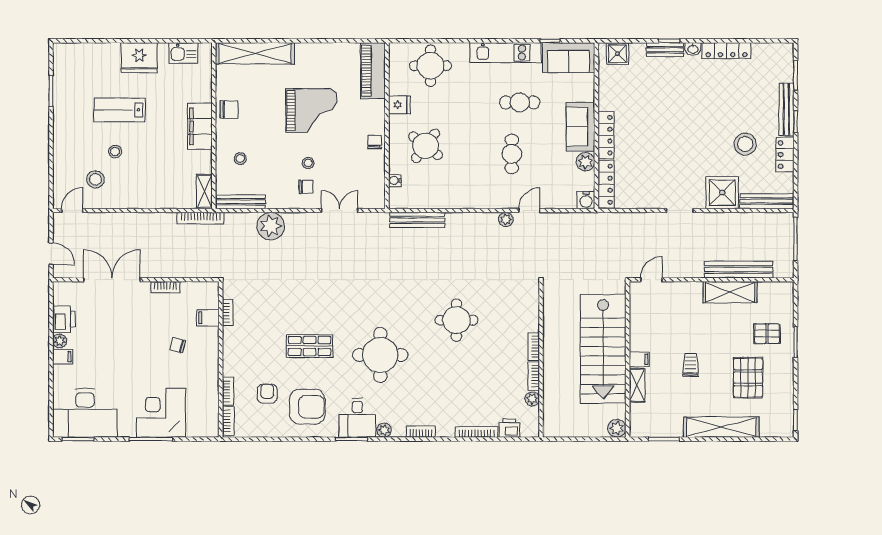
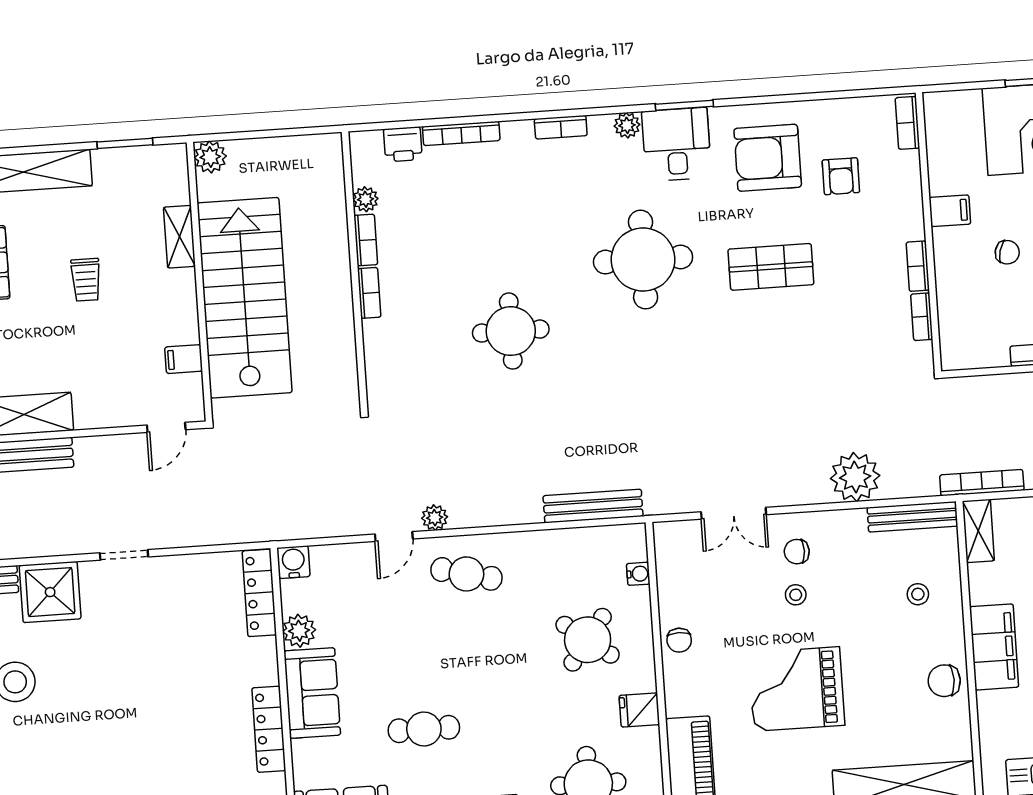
locker: (606, 135) -> (269, 729), moved
cafe table: (512, 154) -> (466, 574), moved, turned -76
filing cabinet: (208, 318) -> (950, 211), moved
filing cabinet: (639, 359) -> (184, 359), moved
bookcase: (228, 391) -> (918, 266), moved

